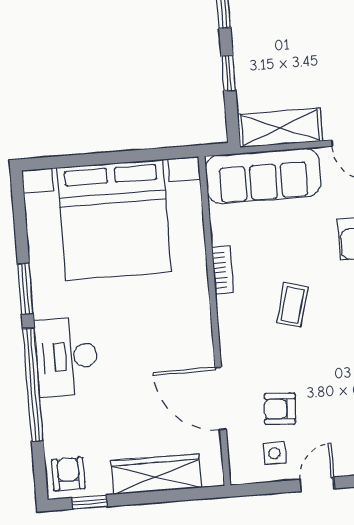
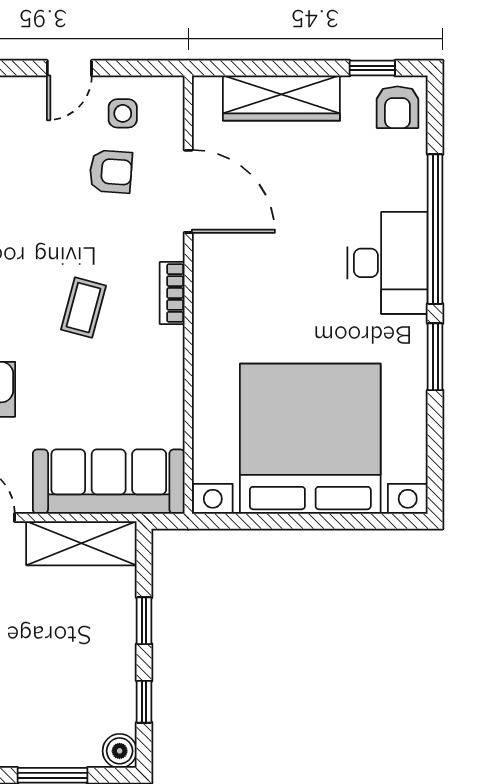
bookcase: (223, 270) -> (172, 293), moved

